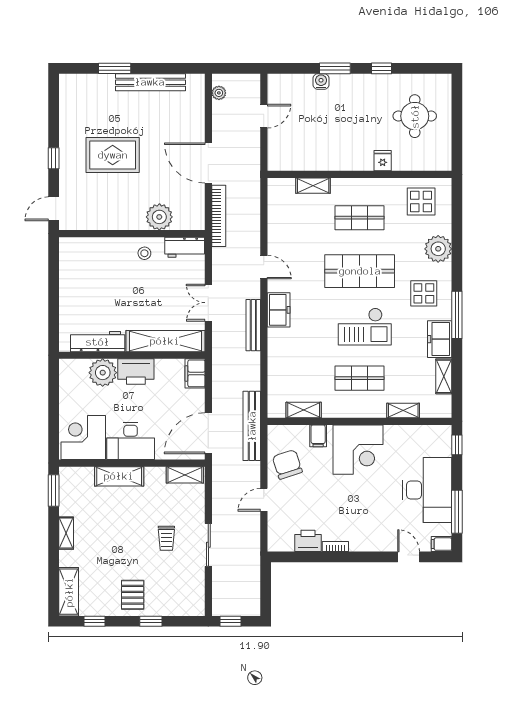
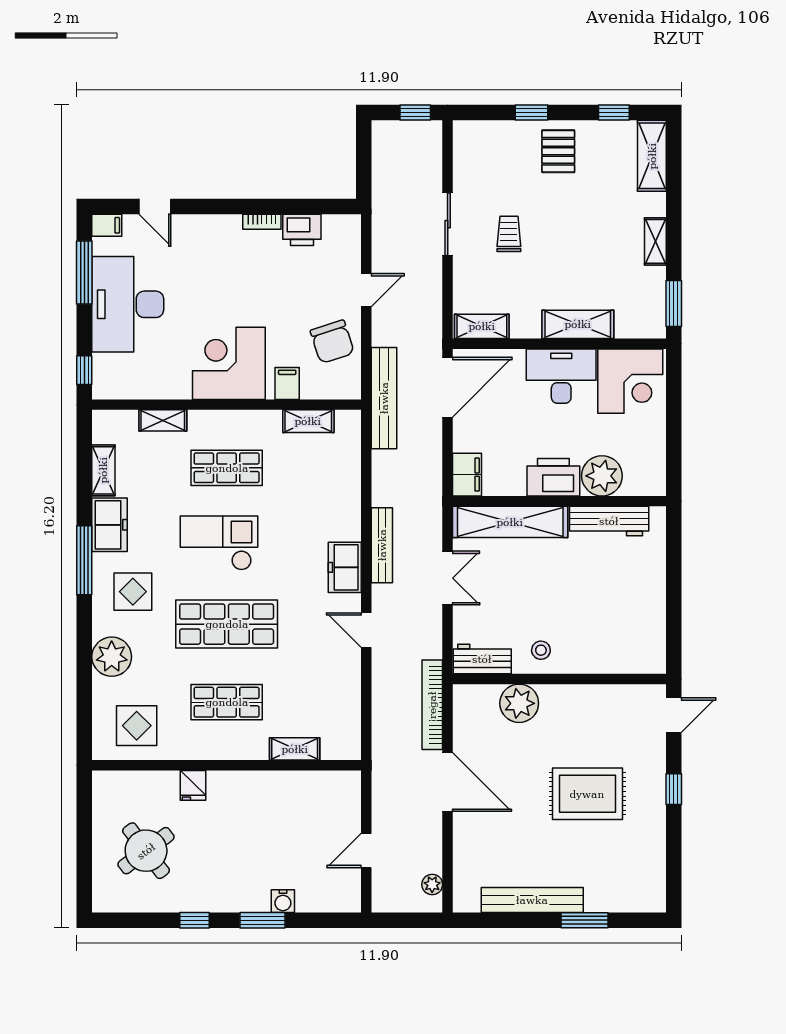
round table: (415, 116) -> (146, 851), turned -37

